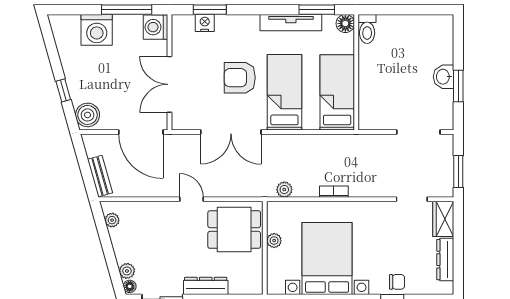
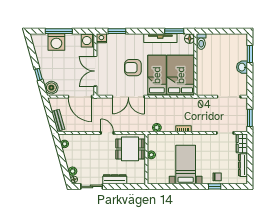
window: (127, 10) -> (59, 31), moved
nightstand: (205, 23) -> (101, 38), moved
window: (458, 86) -> (250, 54), moved
bed: (337, 92) -> (181, 75), width x1.50
bed with nightstands: (327, 258) -> (186, 164), width x0.73

